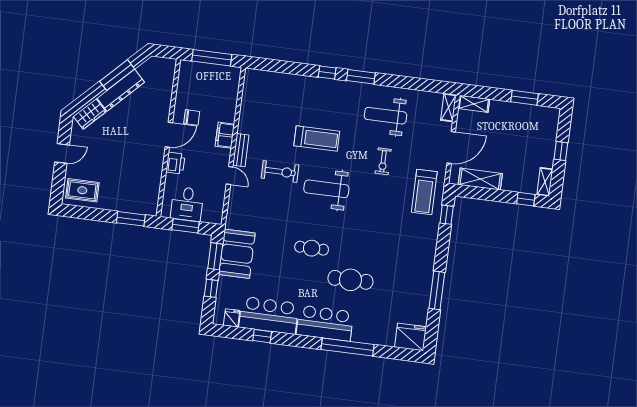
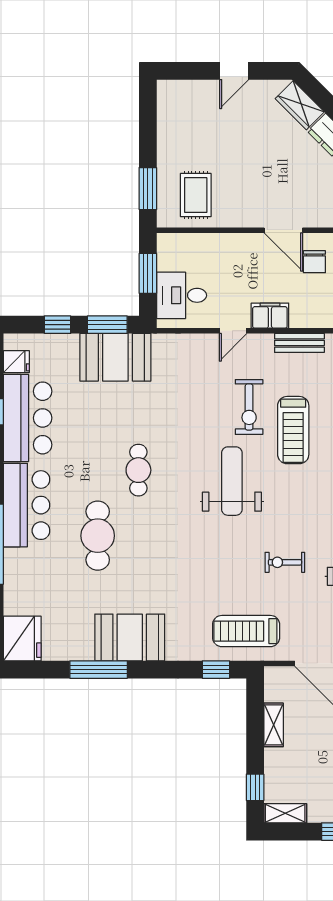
filing cabinet: (225, 135) -> (270, 316), moved
treadmill: (317, 139) -> (293, 430), moved
bench: (241, 150) -> (299, 343), moved
door: (62, 153) -> (234, 71), hinge flipped
printer: (175, 163) -> (241, 246), removed
shelving: (480, 179) -> (274, 725), width x0.67, depth x0.75
rug: (82, 190) -> (196, 195), moved
desk: (187, 204) -> (182, 295), moved
booth: (419, 268) -> (130, 637), added

